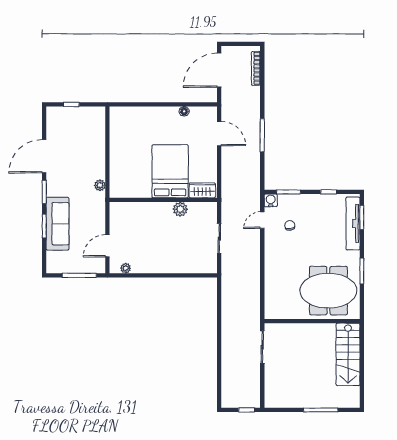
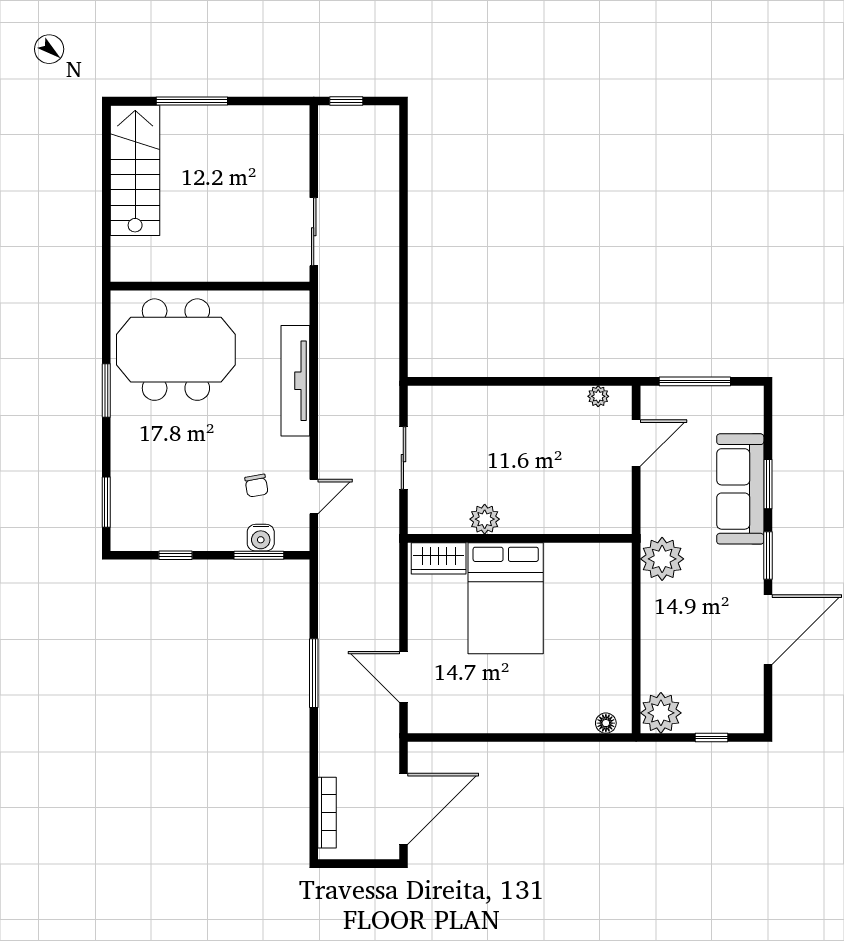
floor lamp: (184, 111) -> (606, 723), moved
plant: (96, 116) -> (661, 713), added
plant: (100, 185) -> (662, 559), width x1.88, depth x1.88
water cooler: (271, 200) -> (261, 538), moved
tv unit: (353, 224) -> (295, 381), moved, turned 180
stairs: (348, 354) -> (135, 170), moved

